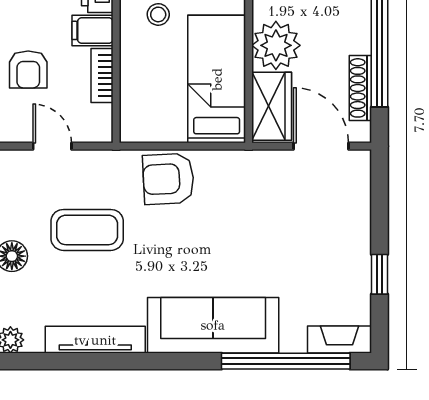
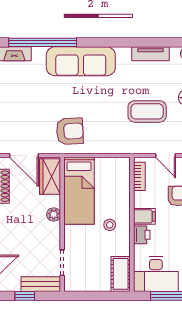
plant: (276, 45) -> (54, 214), width x0.53, depth x0.53
bookcase: (102, 75) -> (139, 176), moved
armchair: (168, 179) -> (70, 131), moved
tv unit: (95, 340) -> (150, 54), width x0.71

